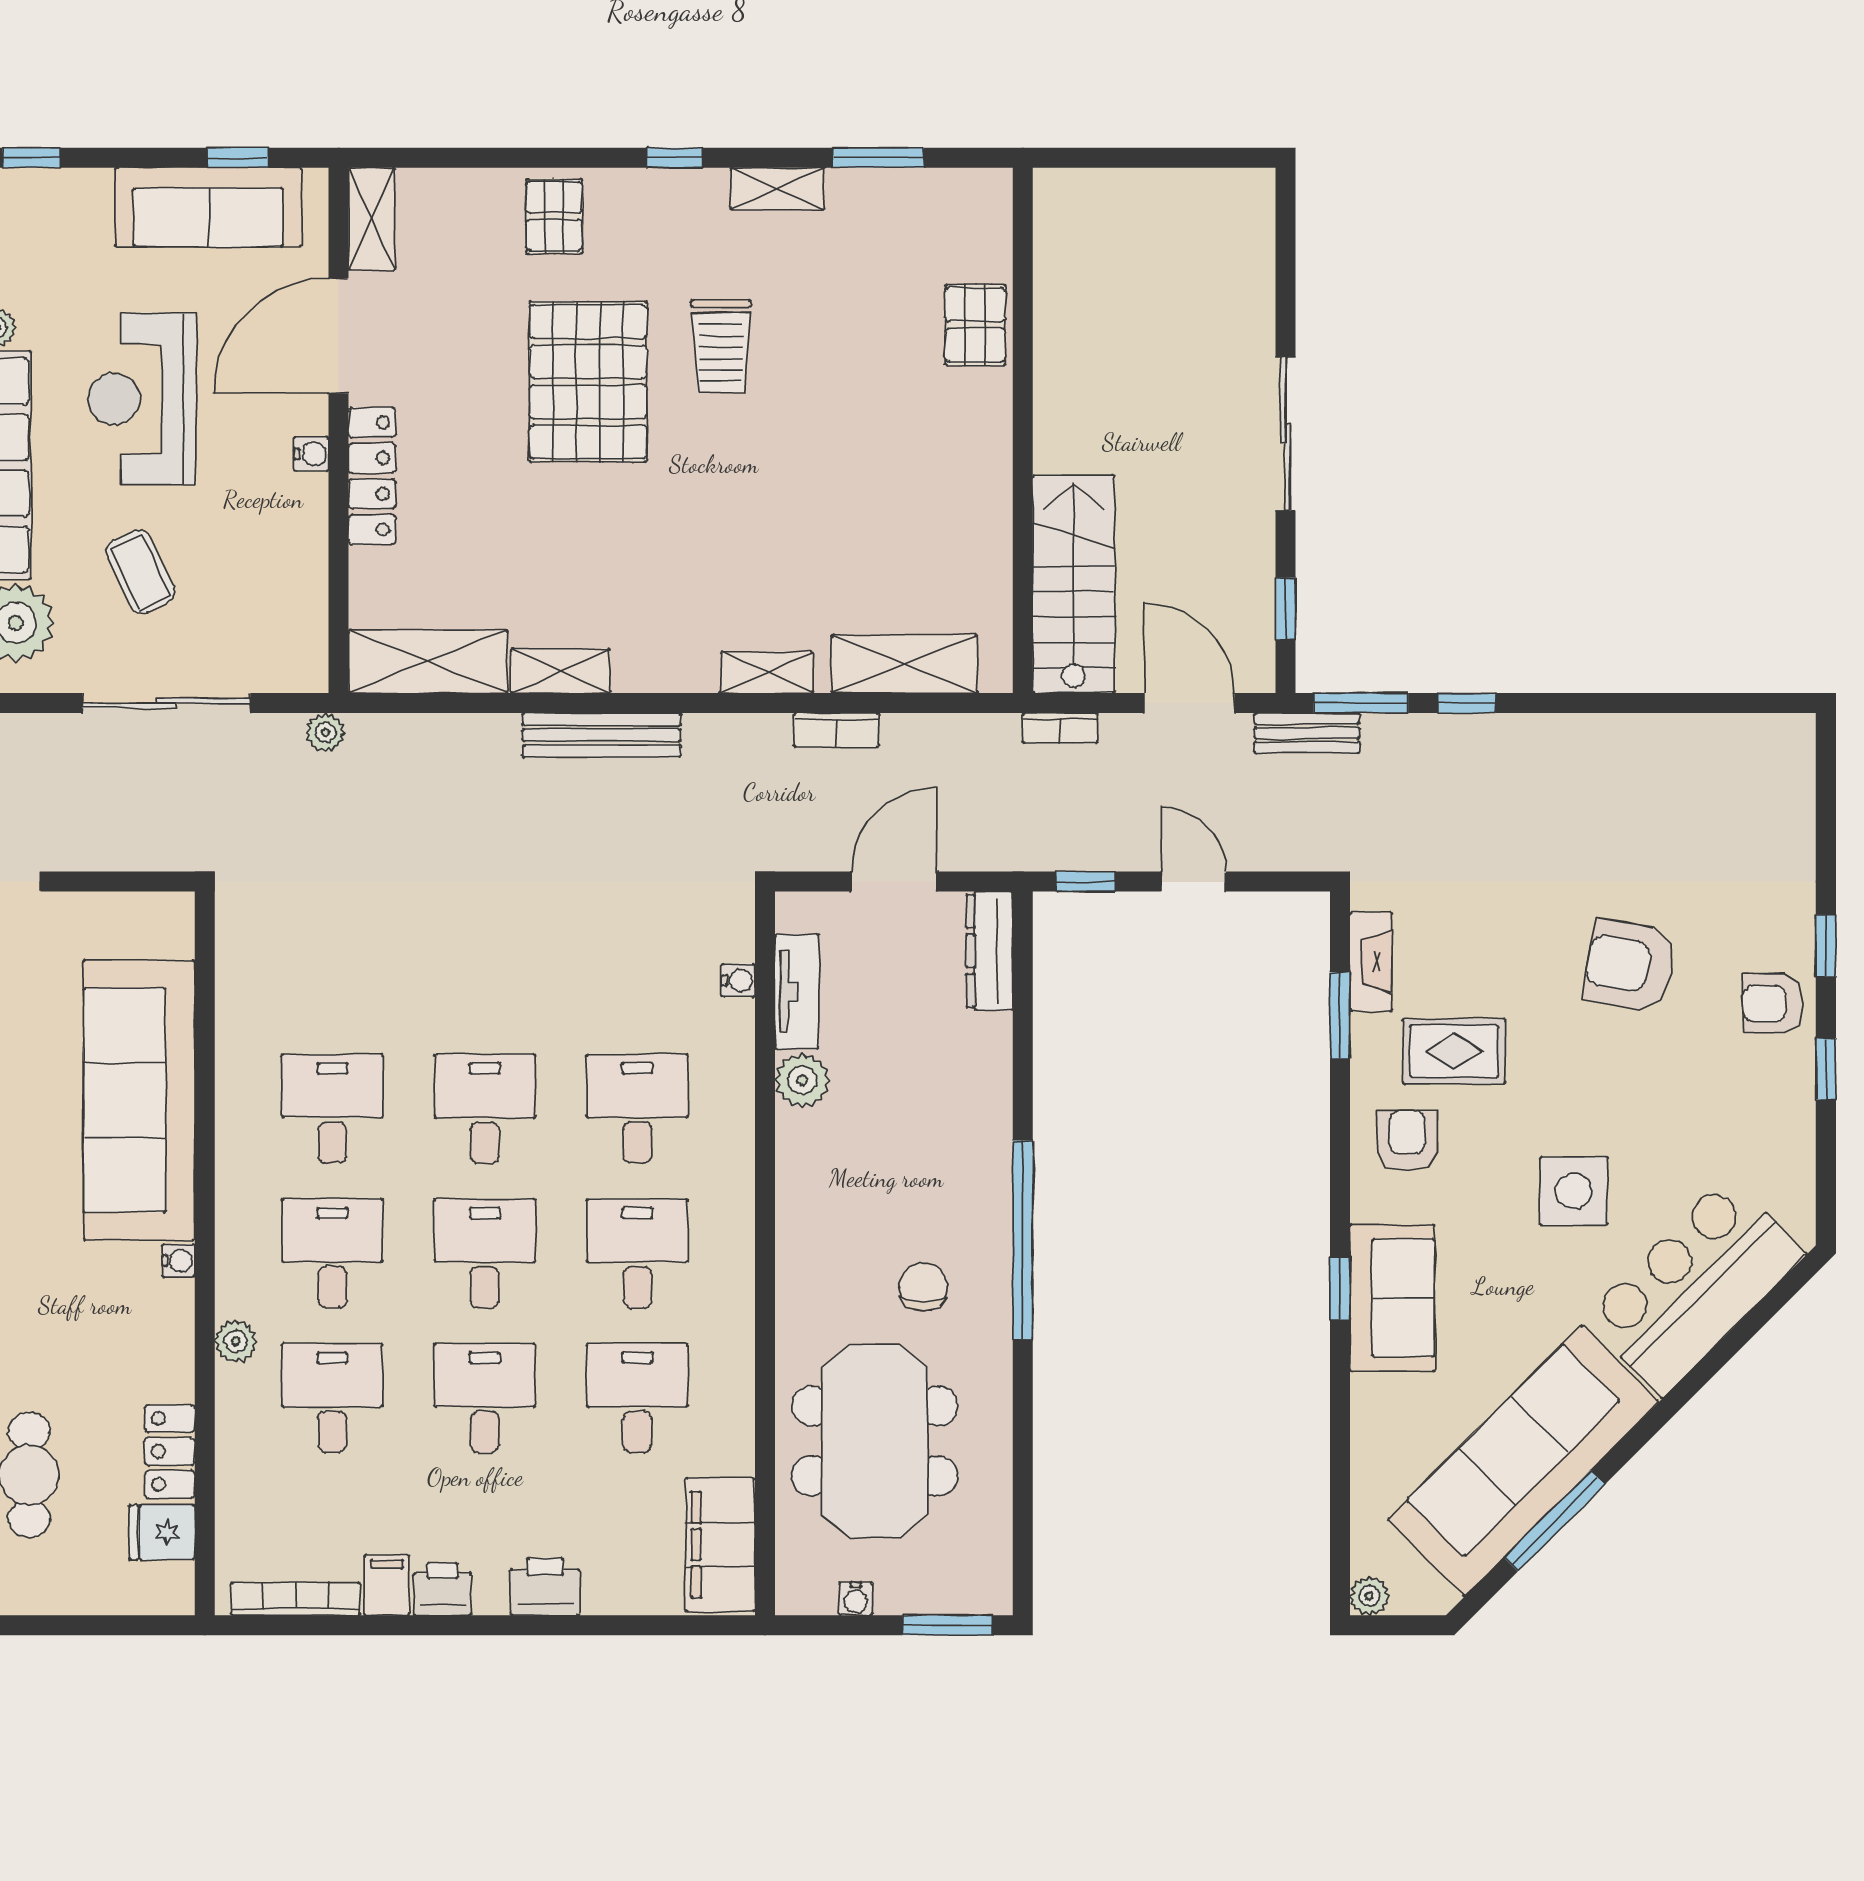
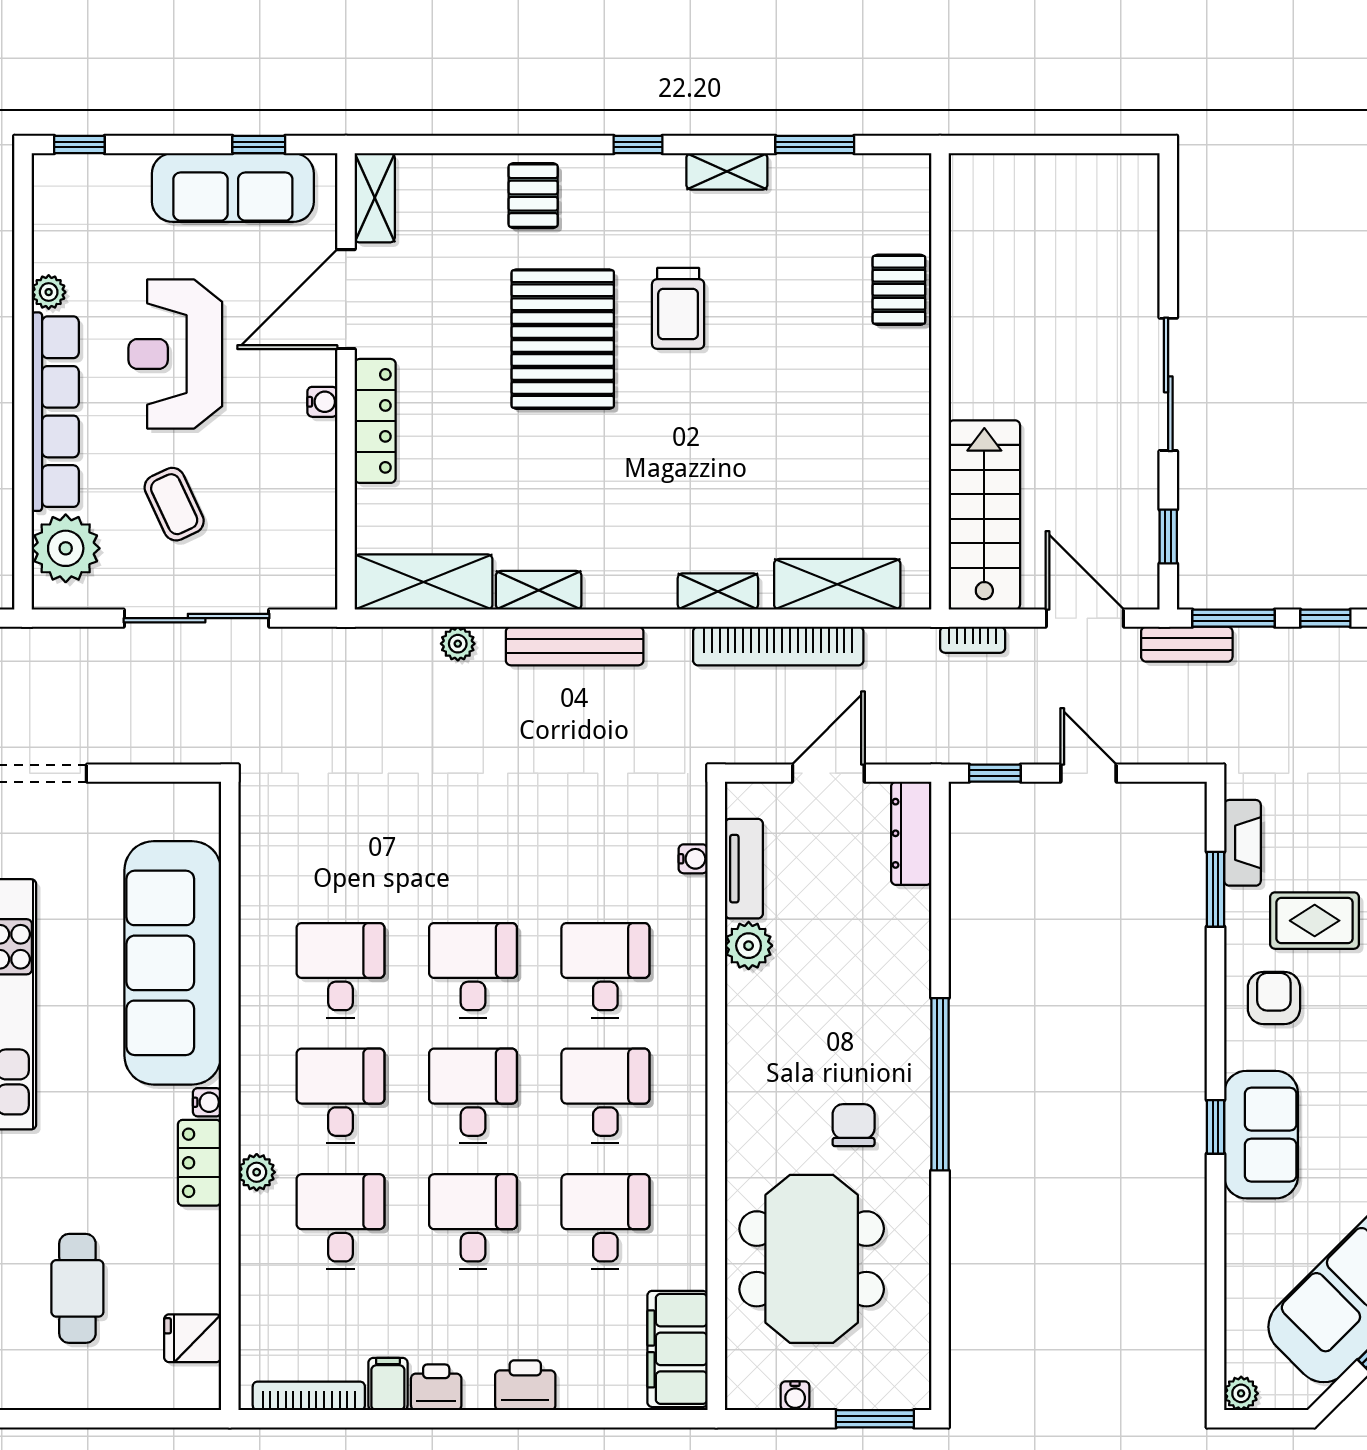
bookcase: (836, 730) -> (778, 646), width x2.31, depth x1.31
plant: (325, 732) -> (458, 644), moved
locker: (170, 1451) -> (199, 1163), moved

